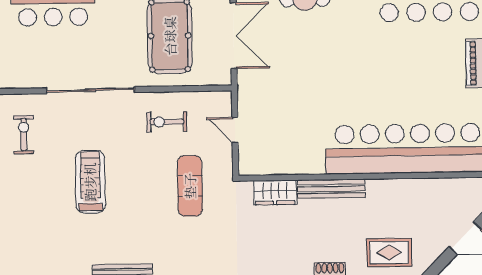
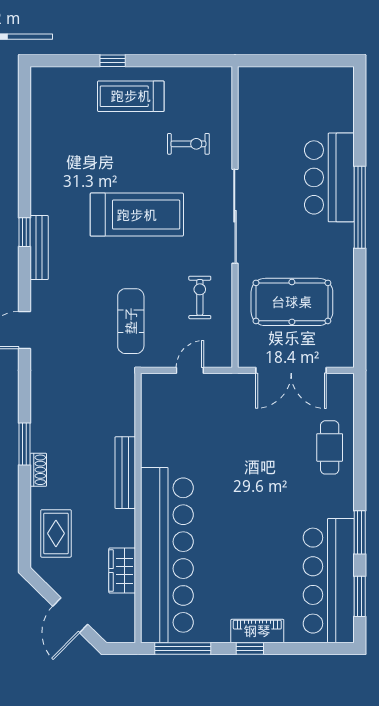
treadmill: (90, 182) -> (137, 215), width x1.37, depth x1.38
exercise mat: (190, 186) -> (131, 321), turned 90
wardrobe: (275, 193) -> (122, 571), moved

